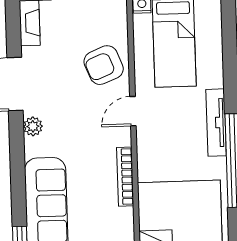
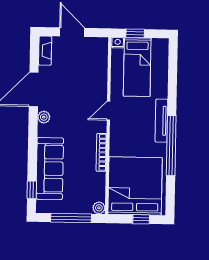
armchair: (104, 65) -> (91, 80), removed

